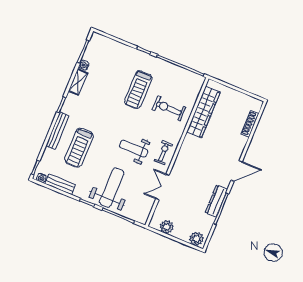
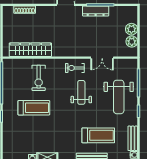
weight bench: (134, 149) -> (81, 92), turned 180
weight bench: (112, 188) -> (119, 97), turned -90
plant: (196, 239) -> (131, 29), moved

